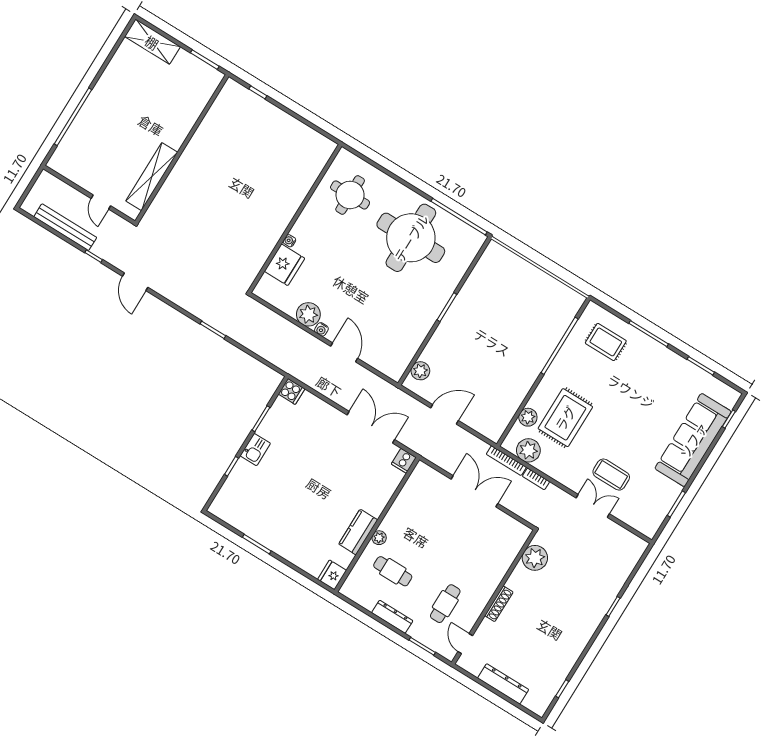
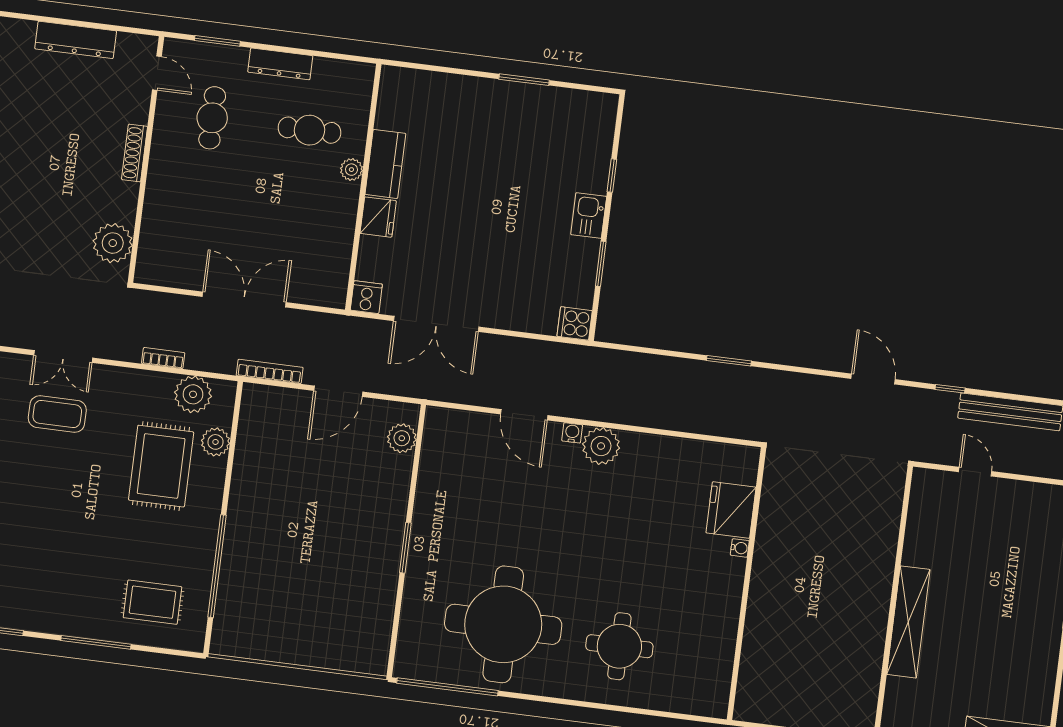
shelving: (152, 177) -> (908, 622), moved
wall: (295, 219) -> (747, 584), moved
water cooler: (289, 241) -> (740, 548), moved
fridge: (285, 265) -> (731, 510), moved
bookcase: (506, 461) -> (270, 371), moved
double door: (474, 491) -> (244, 300), swing flipped
fridge: (332, 575) -> (378, 217), moved

